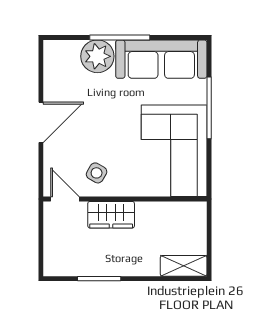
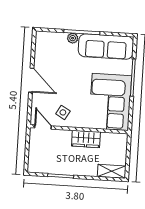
plant: (97, 56) -> (73, 38), width x0.53, depth x0.53
door: (41, 122) -> (31, 80), hinge flipped
wardrobe: (111, 215) -> (86, 139), moved

